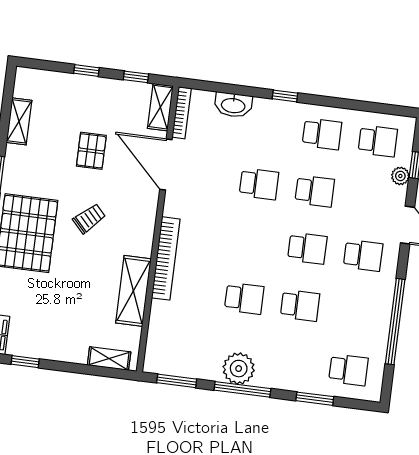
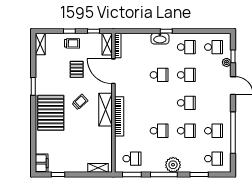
trolley: (88, 96) -> (72, 43), added
washbasin: (233, 105) -> (160, 39), moved
shelving: (19, 121) -> (40, 44), moved
school desk: (363, 255) -> (214, 131), moved
shelving: (133, 291) -> (105, 110), moved
school desk: (181, 348) -> (132, 159), added
plant: (239, 369) -> (173, 165), moved

